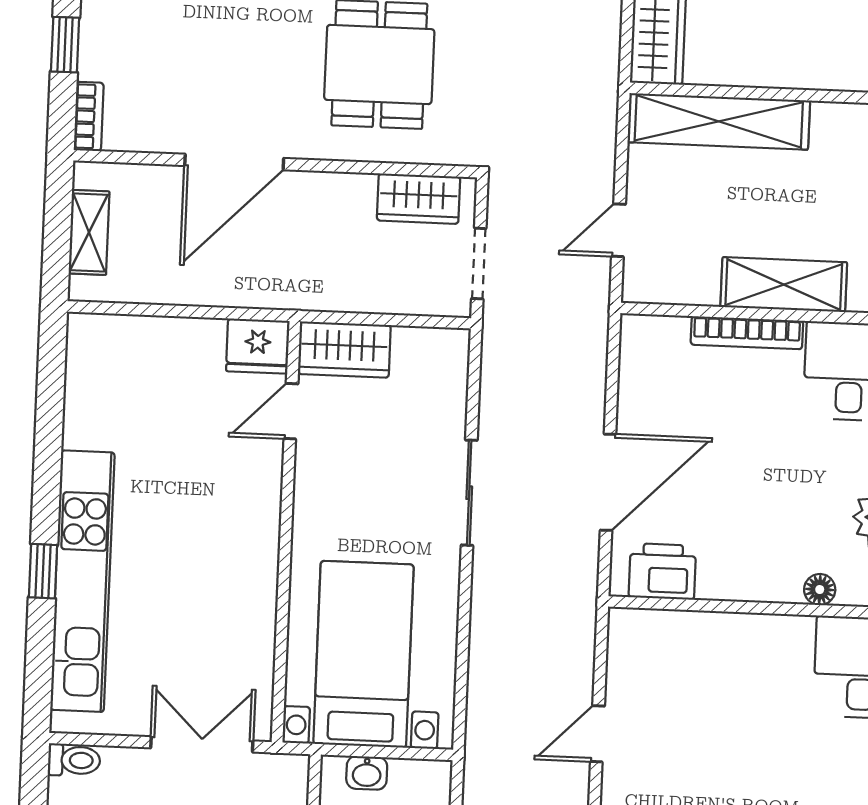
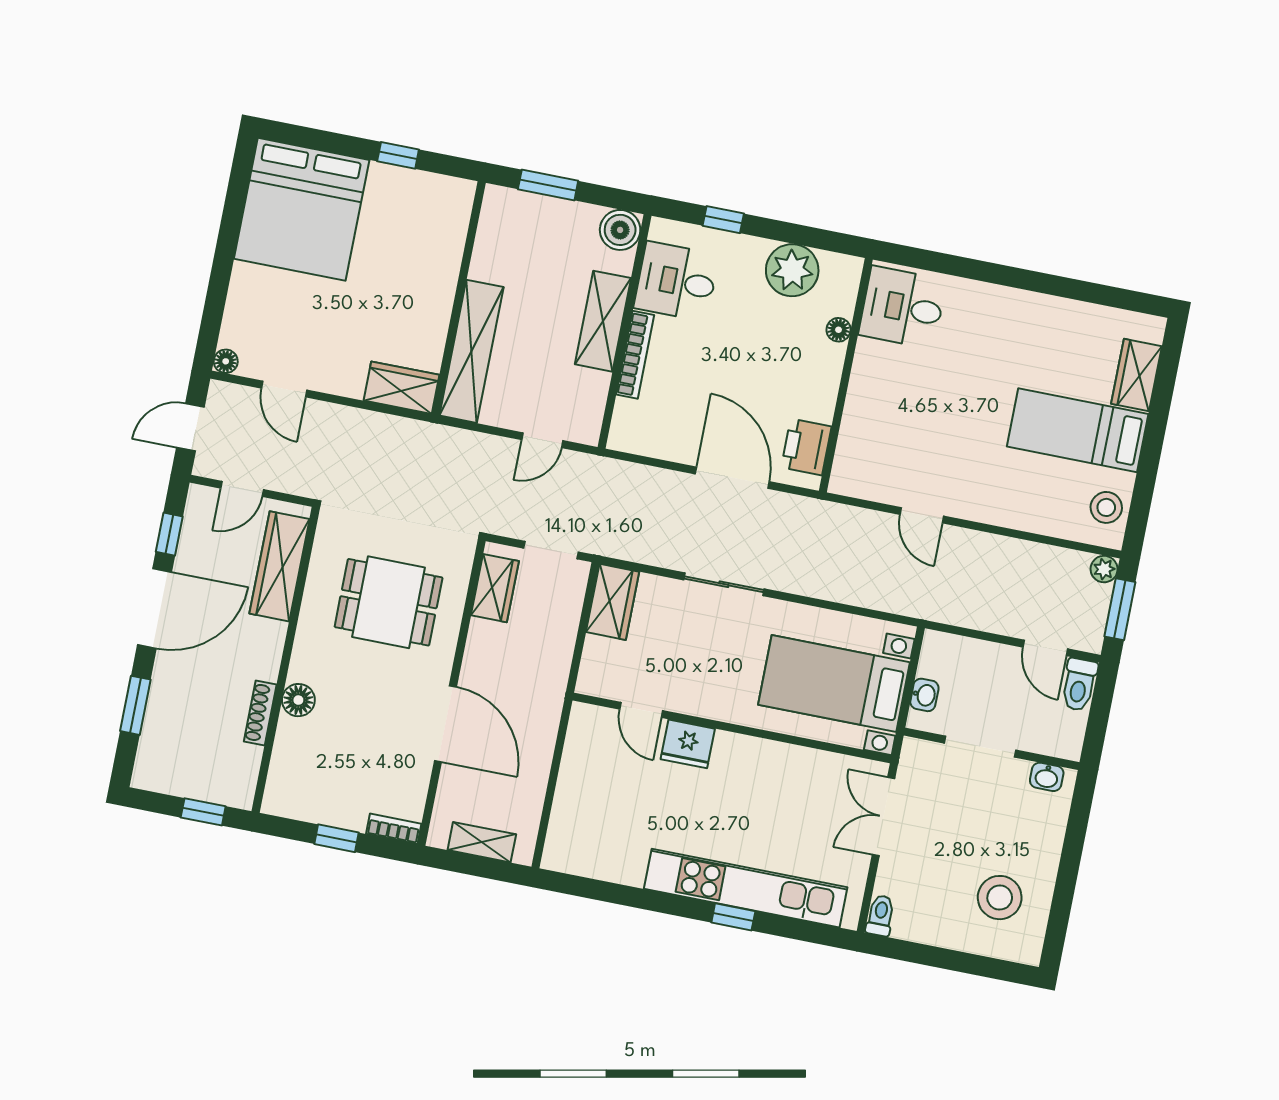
door: (619, 230) -> (542, 440), hinge flipped
fridge: (258, 346) -> (688, 744), moved, turned 90
wardrobe: (344, 350) -> (613, 602), moved

